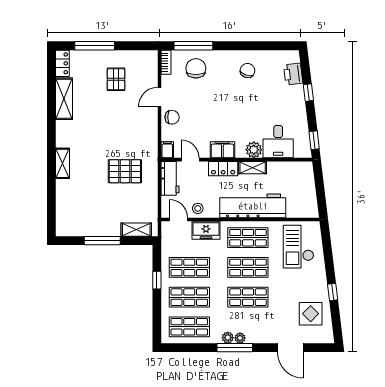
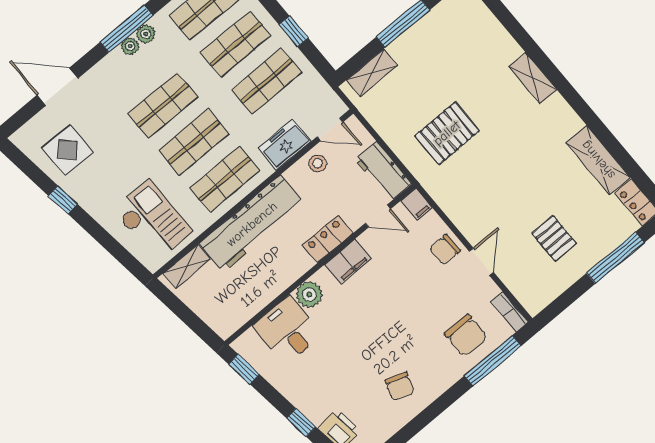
shelving: (253, 168) -> (187, 266), moved

